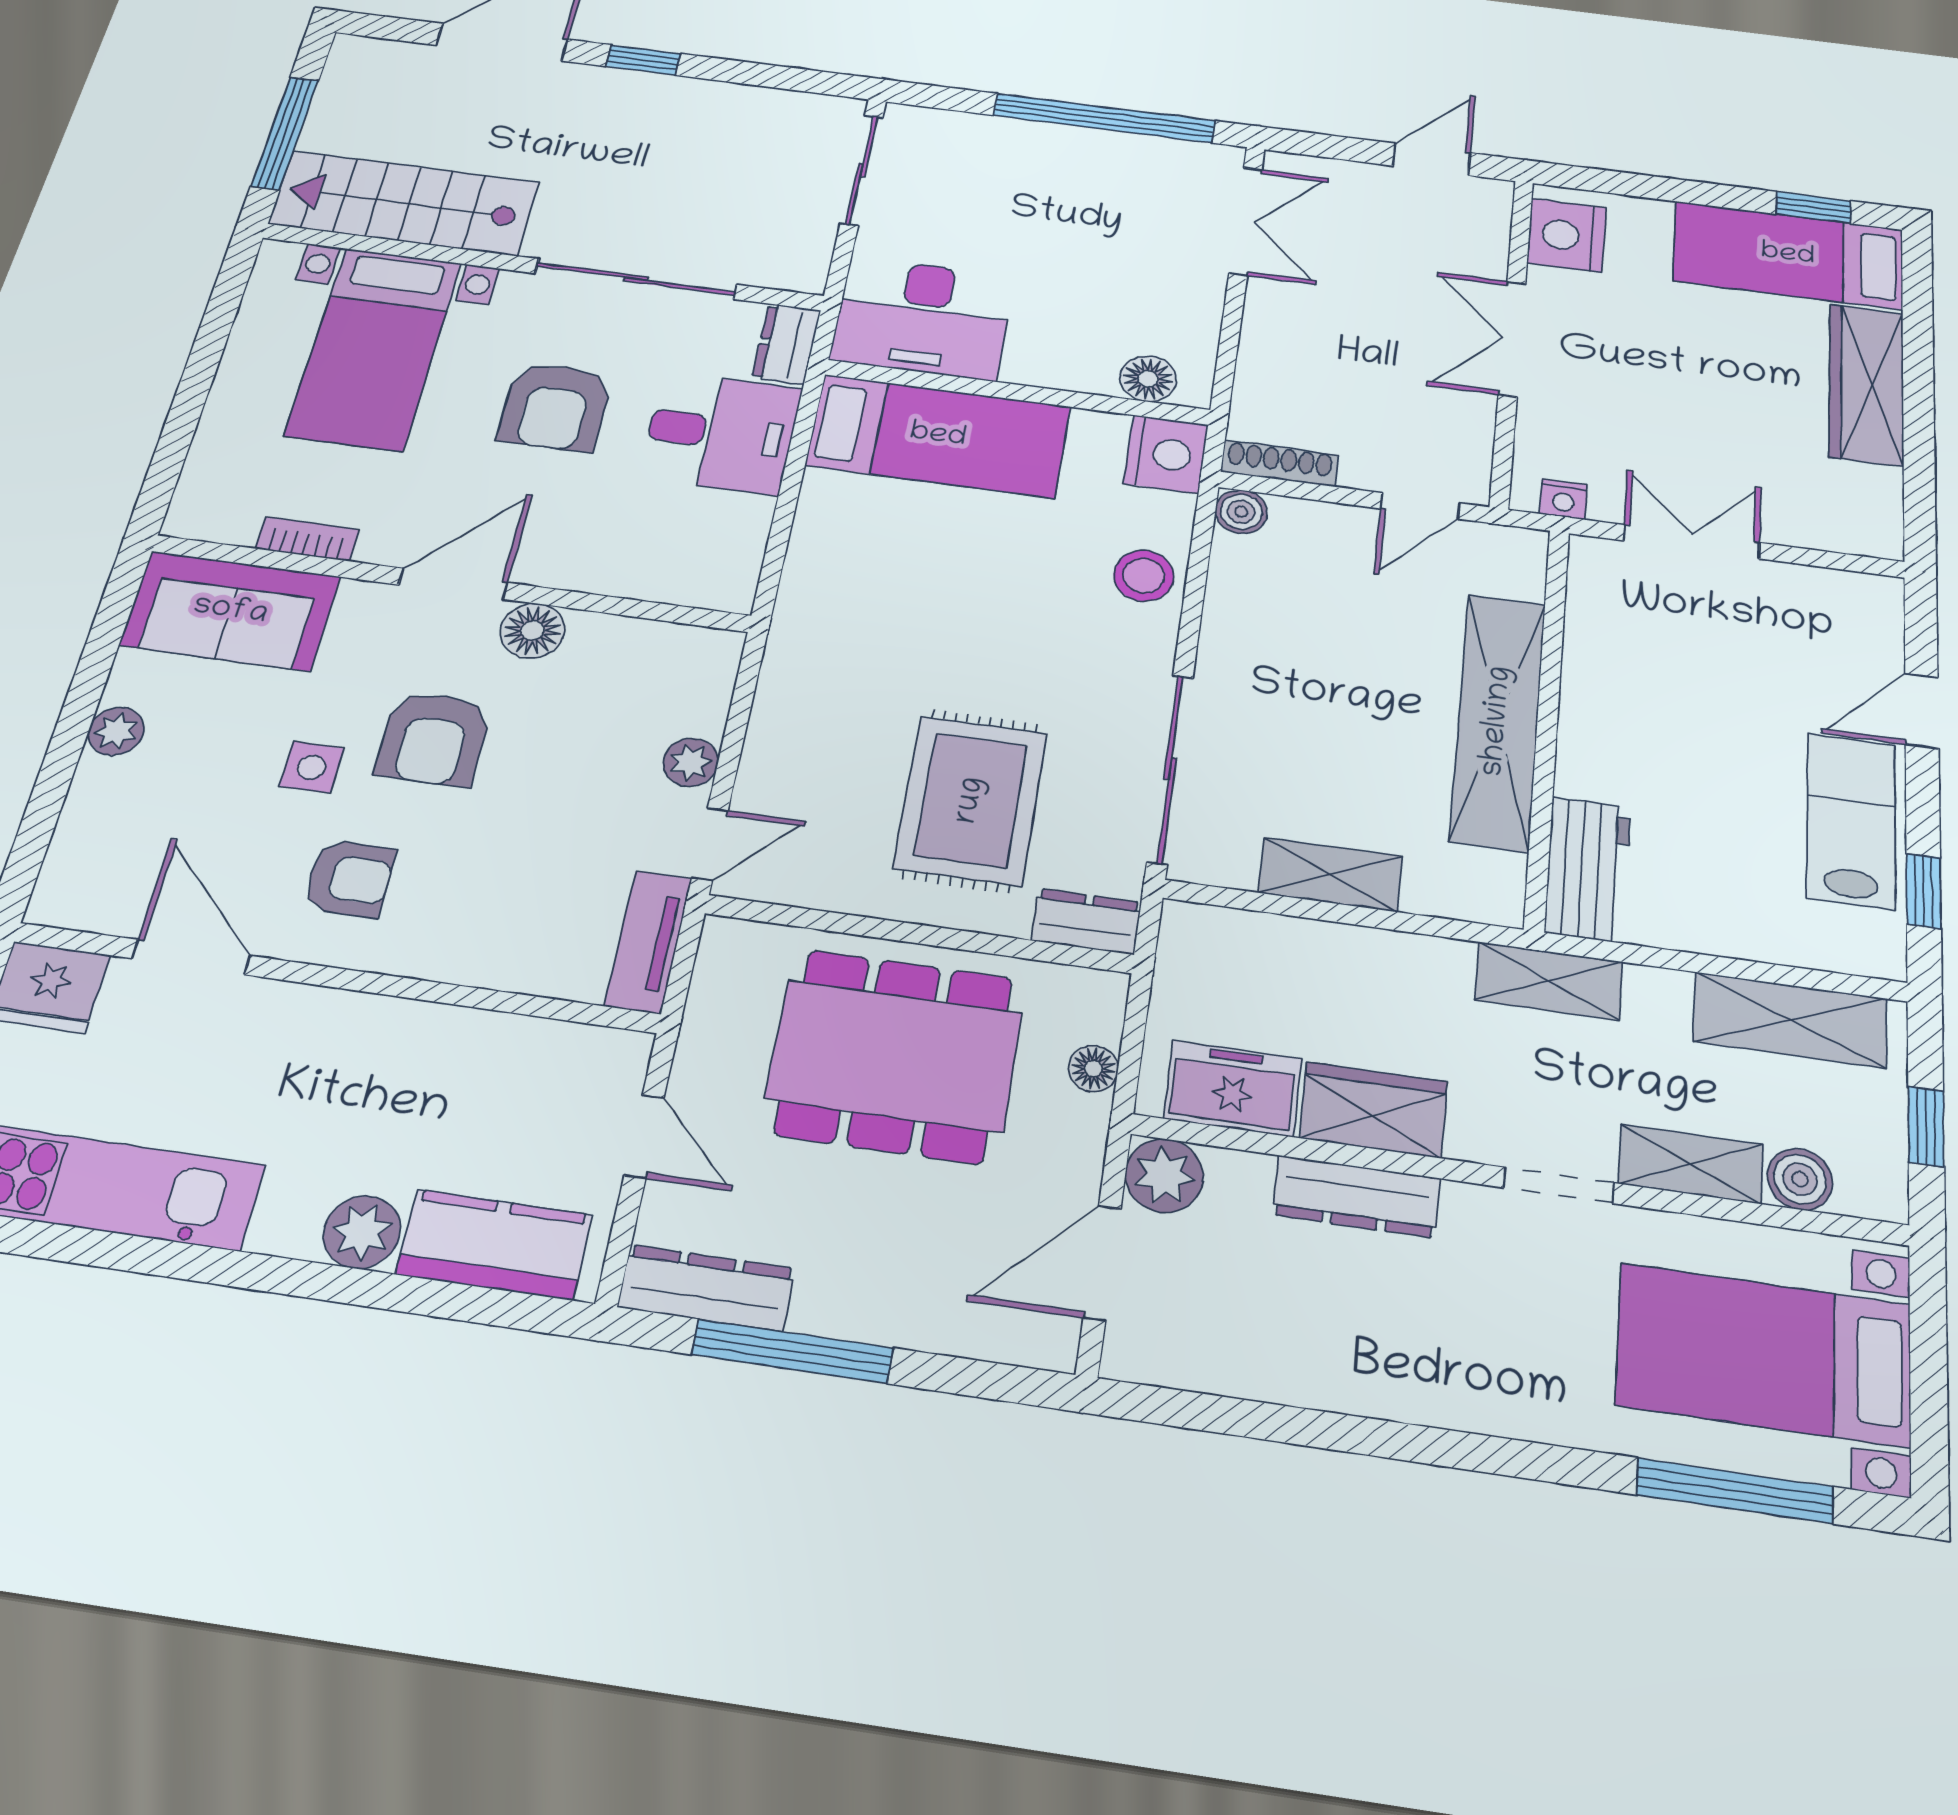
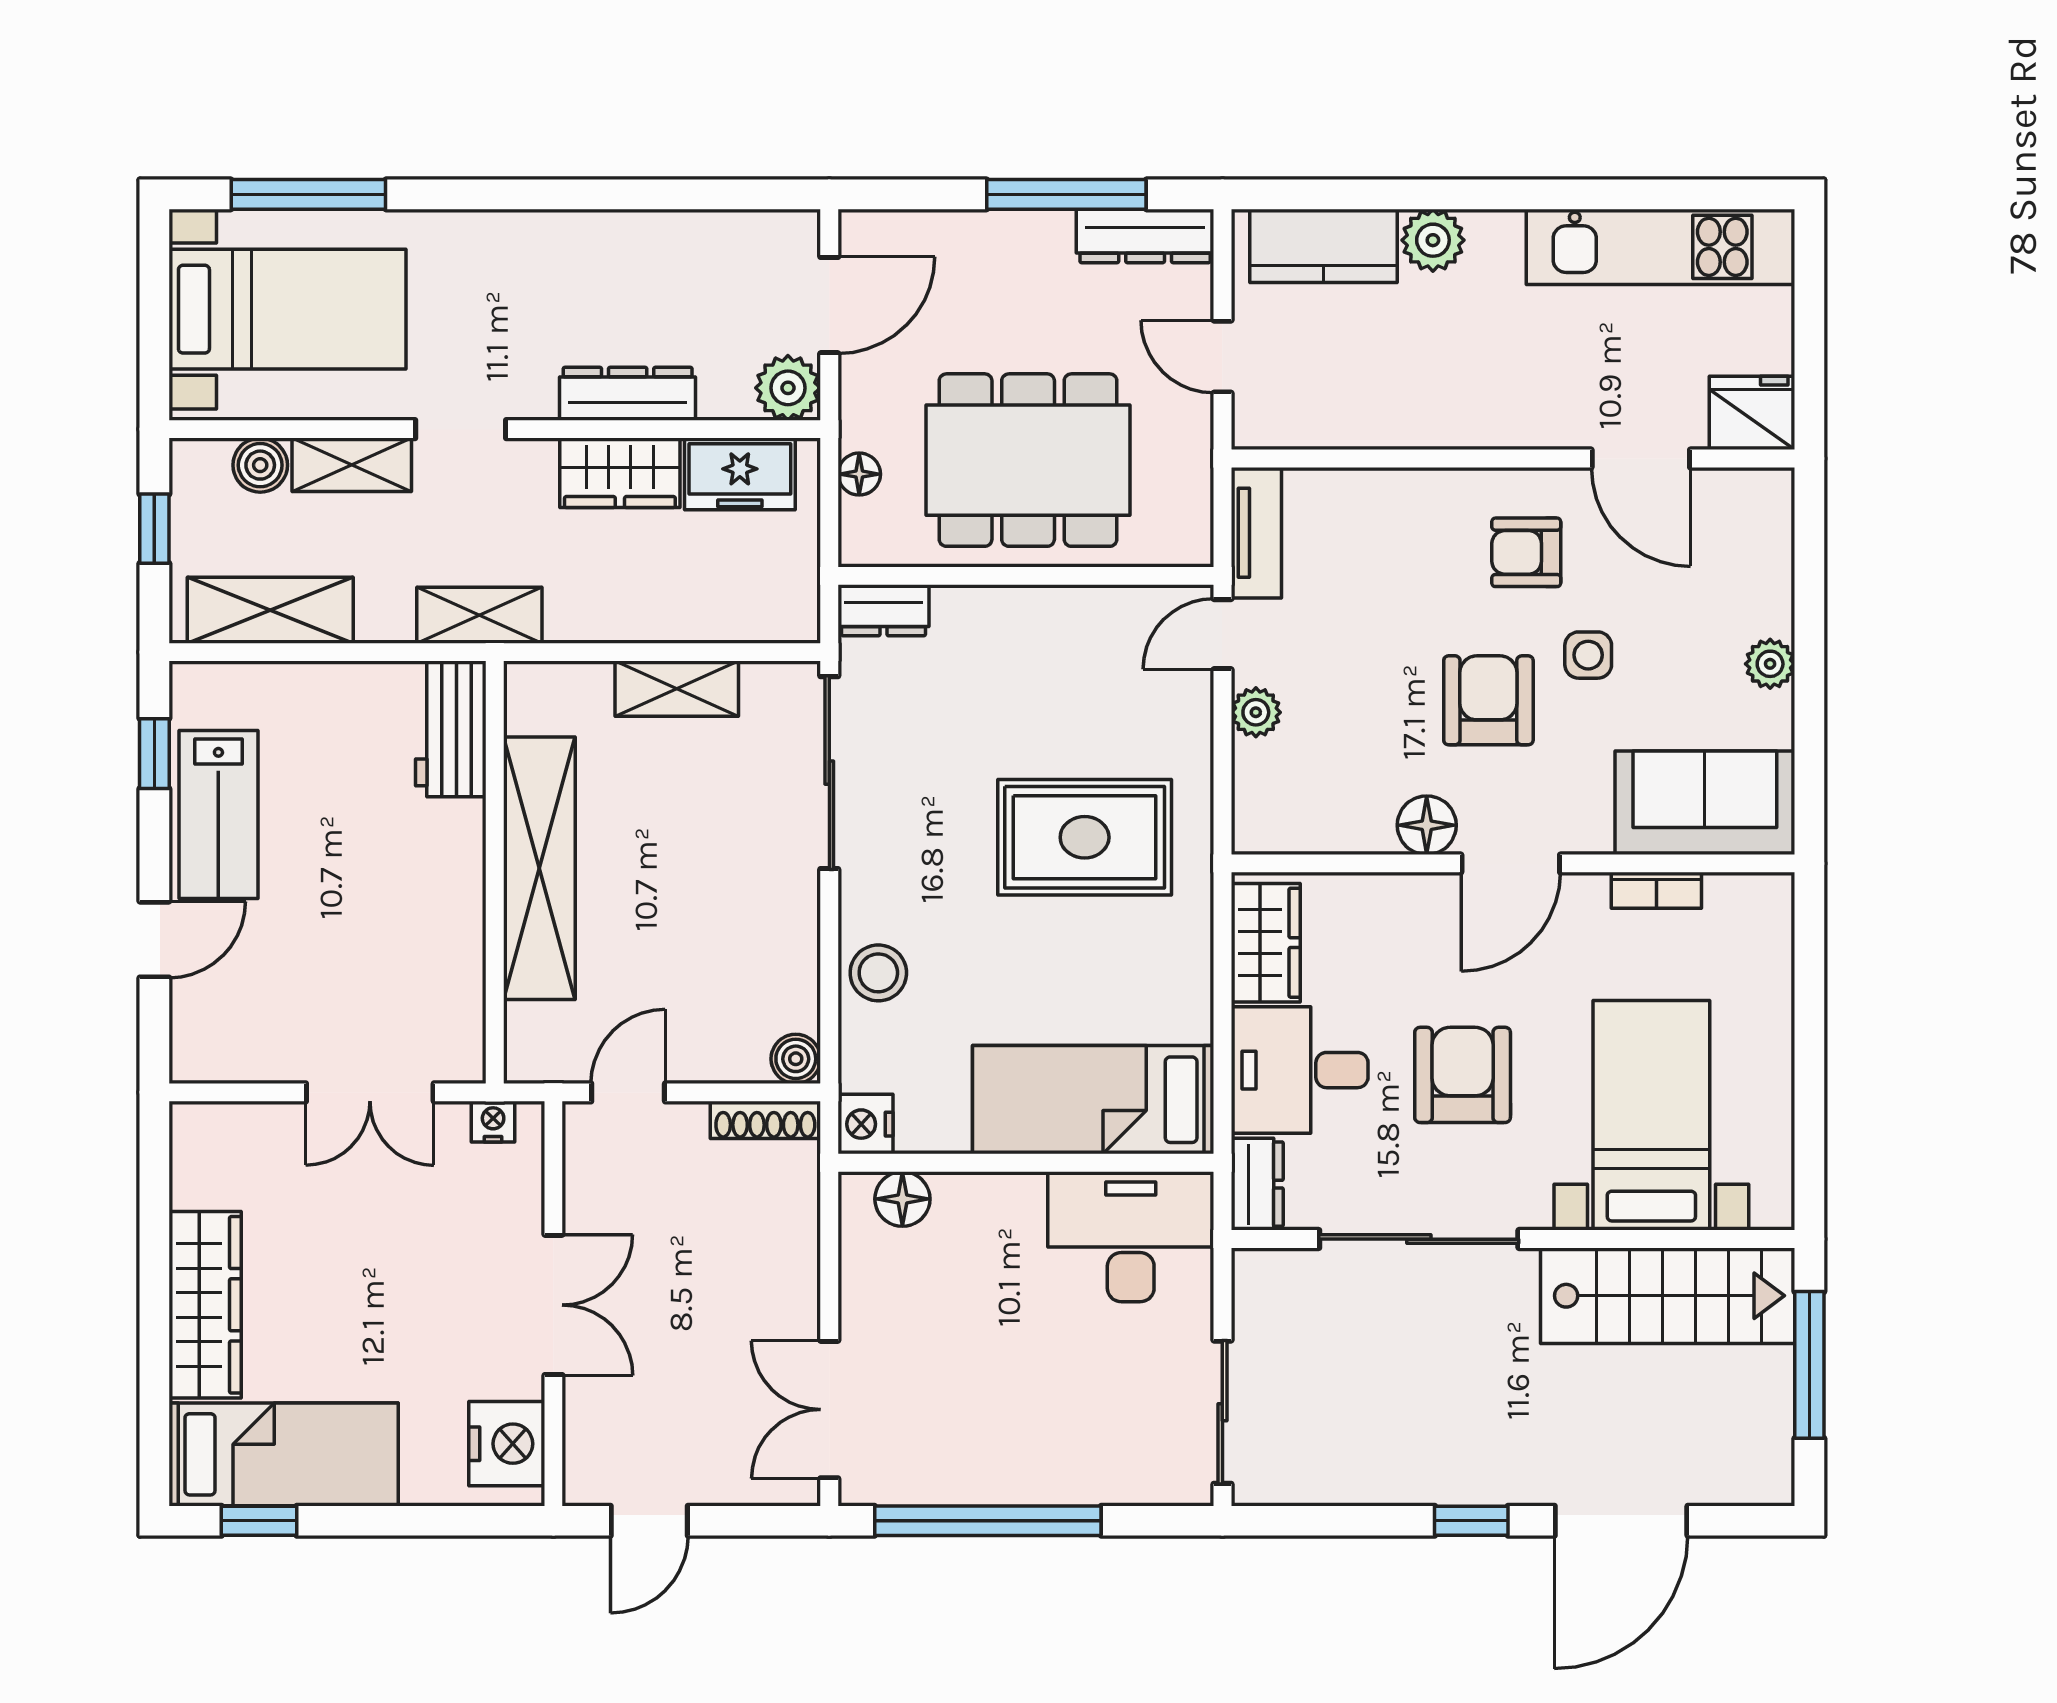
nightstand: (1166, 454) -> (866, 1124), width x0.74, depth x0.75
wardrobe: (730, 548) -> (1266, 943), added
rug: (971, 800) -> (1085, 837), moved, turned 90

